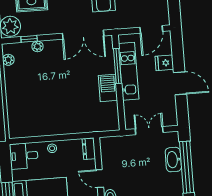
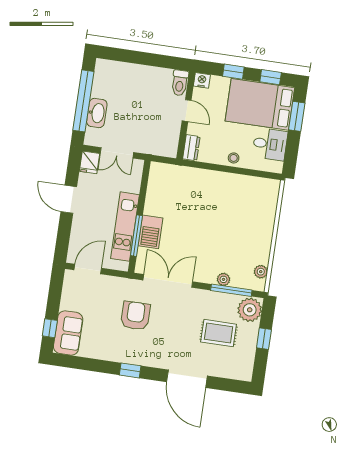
window: (29, 39) -> (231, 290), width x2.17
fridge: (164, 63) -> (89, 162), moved, turned 90
barbecue: (108, 88) -> (150, 232), moved
desk: (24, 156) -> (270, 144), moved

